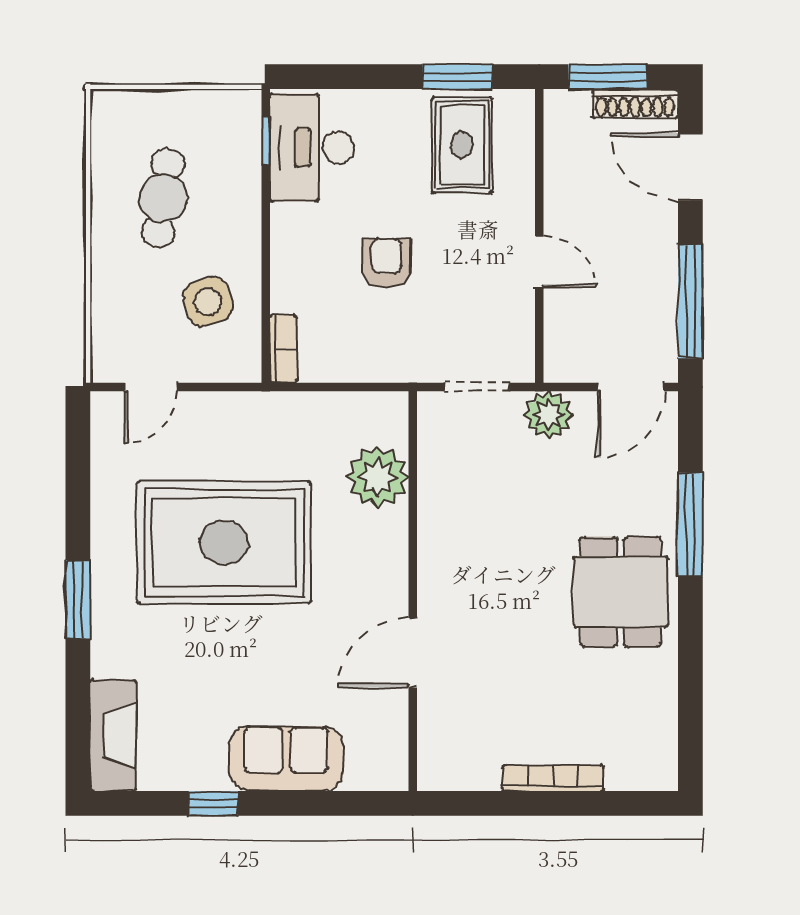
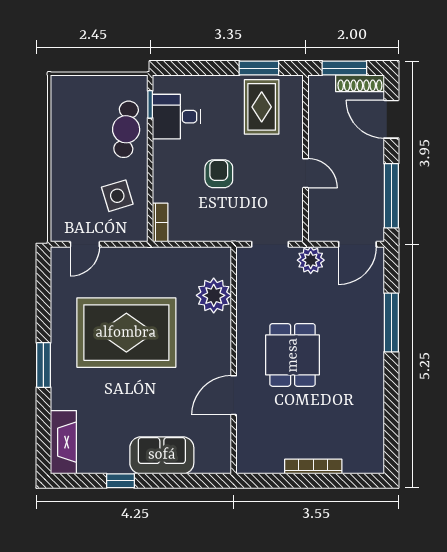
desk: (312, 148) -> (177, 117), width x0.73
cafe table: (163, 198) -> (126, 129), moved
dining table: (621, 592) -> (293, 355), moved

